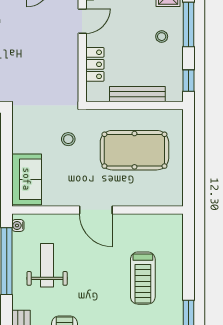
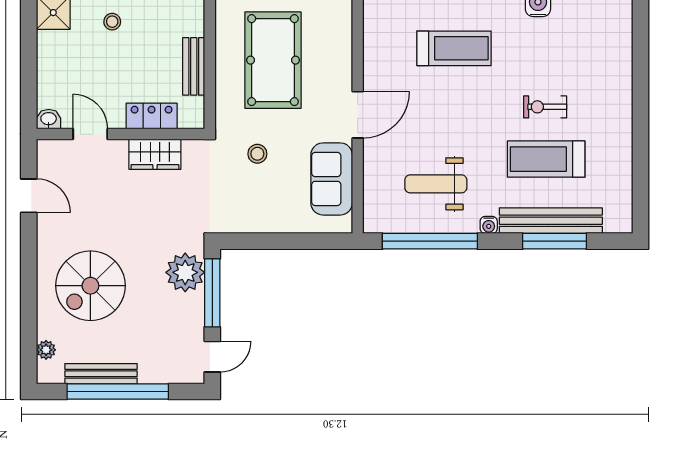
wardrobe: (68, 67) -> (155, 154), added
bench: (137, 94) -> (194, 66), width x0.73
sofa: (27, 179) -> (332, 179), moved, turned -90
water cooler: (18, 225) -> (489, 225), moved

